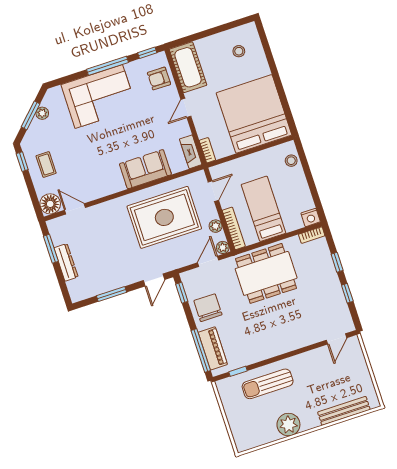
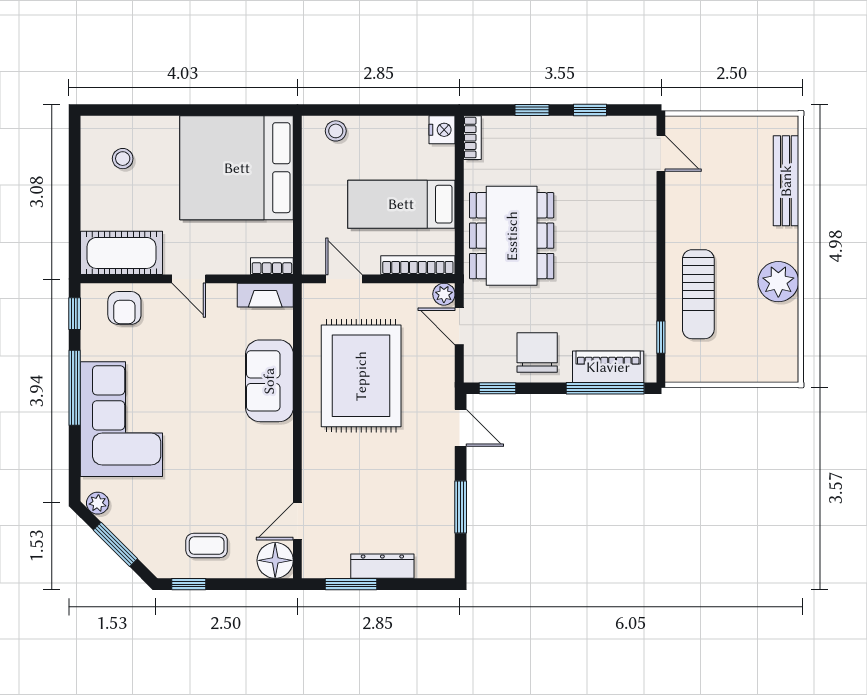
plant: (42, 113) -> (98, 503), moved
plant: (216, 226) -> (404, 294), removed
chair: (208, 308) -> (537, 352), turned 90

